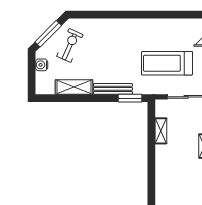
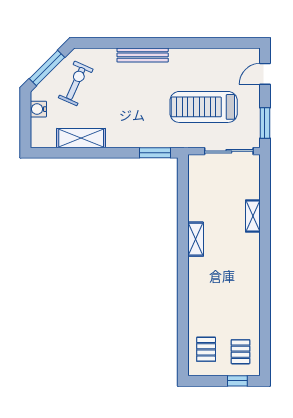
bench: (113, 89) -> (143, 55), moved
shelving: (161, 131) -> (196, 239), moved

